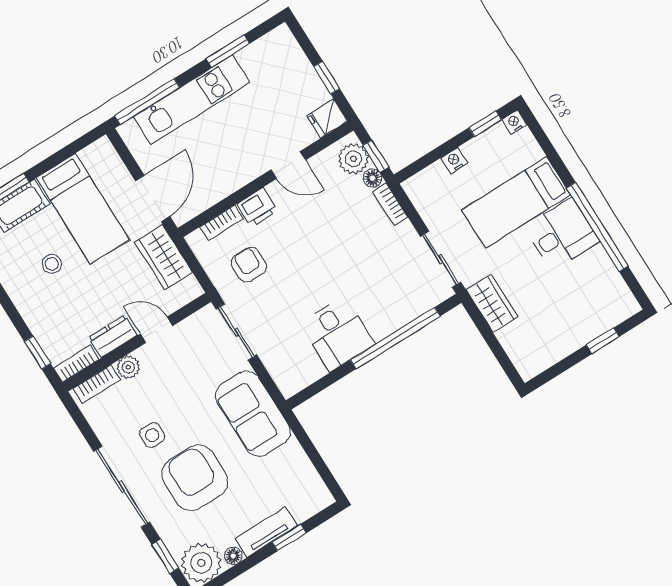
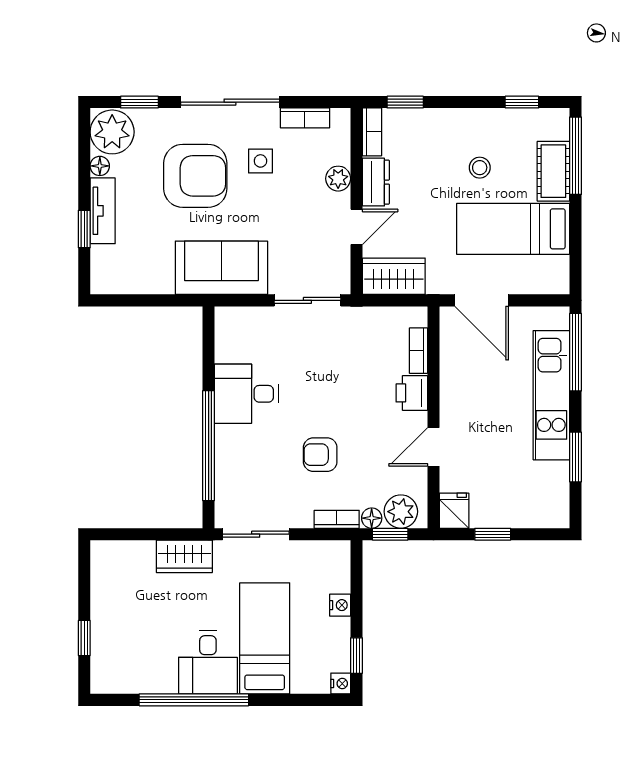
wardrobe: (164, 257) -> (394, 276), moved
armchair: (249, 265) -> (320, 455), moved, turned 180
bookcase: (97, 384) -> (305, 118), moved, turned -90

